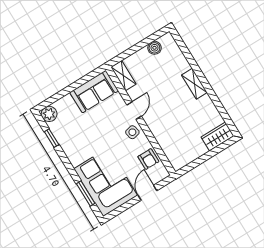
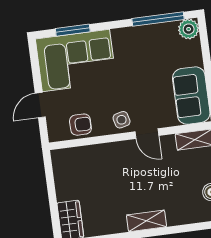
window: (52, 138) -> (158, 19), width x2.17
armchair: (148, 159) -> (80, 125), turned 180
door: (147, 193) -> (40, 105), swing flipped

